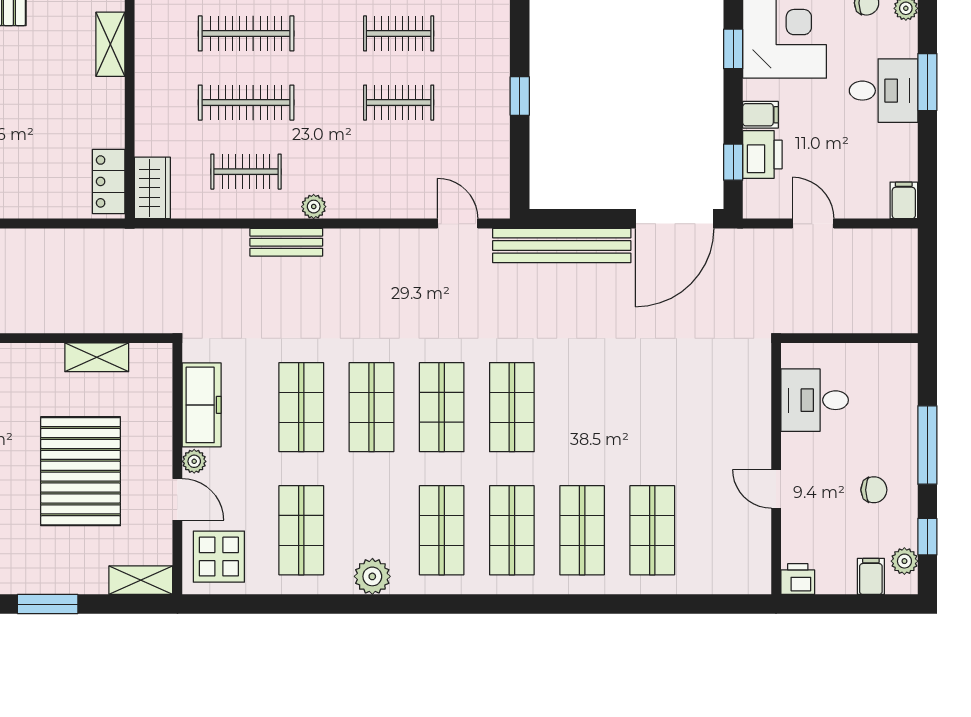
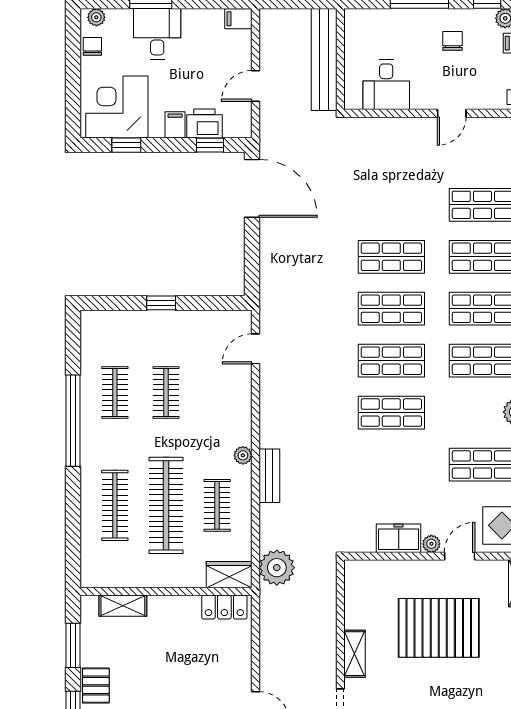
clothes rail: (246, 103) -> (166, 505), width x1.37, depth x1.31
bench: (562, 245) -> (324, 60), moved
plant: (162, 252) -> (277, 568), added
shelving: (97, 357) -> (354, 654), moved
freezer: (202, 405) -> (399, 538), width x0.71
shop shelf: (301, 407) -> (391, 257), moved

